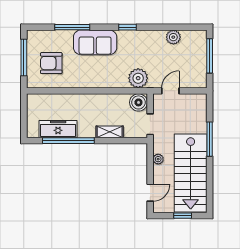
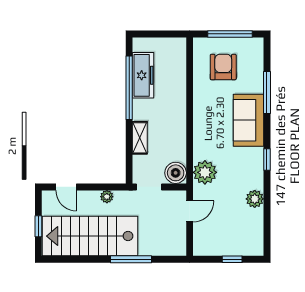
plant: (173, 37) -> (255, 199), moved
window: (210, 56) -> (232, 259), width x0.46
door: (170, 91) -> (190, 211), hinge flipped

